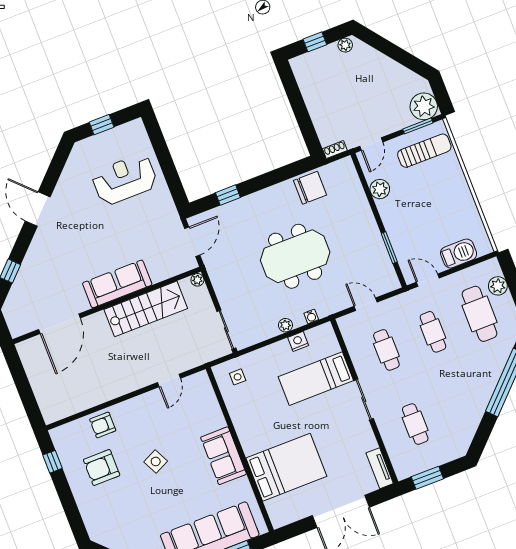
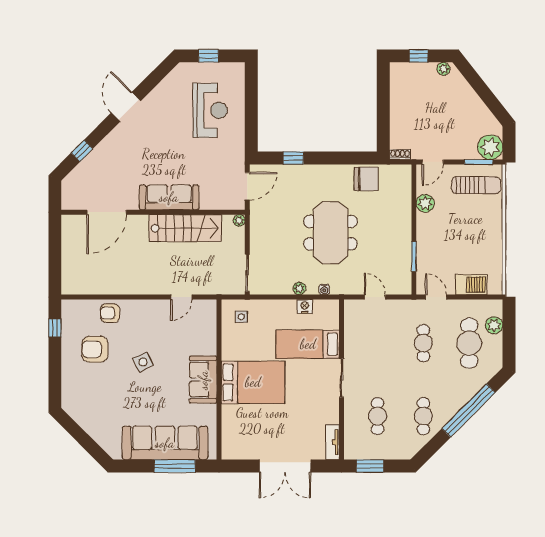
reception desk: (125, 179) -> (210, 110), turned 90
meeting table: (295, 256) -> (330, 233), turned 90
cafe table: (386, 350) -> (423, 416), moved
bed: (286, 467) -> (253, 382), moved

